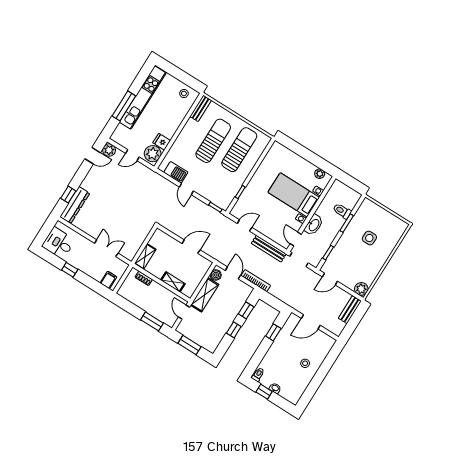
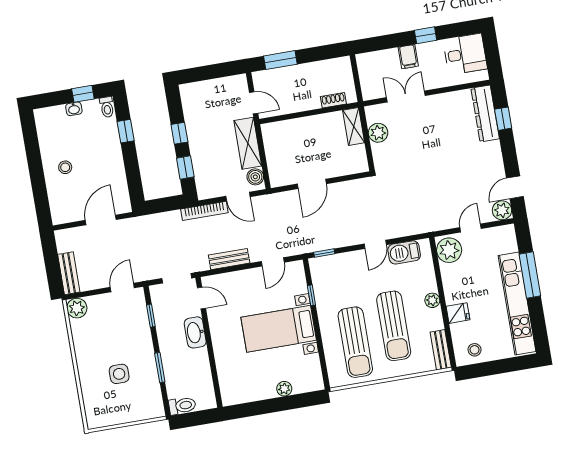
plant: (183, 136) -> (432, 300), added
fridge: (162, 142) -> (458, 313), moved
plant: (320, 174) -> (284, 389), moved
door: (186, 189) -> (375, 244), swing flipped
bed with nightstands: (294, 195) -> (279, 329), moved, turned 180
toilet: (342, 211) -> (182, 406), moved
plant: (136, 243) -> (378, 133), added
double door: (106, 248) -> (406, 97), swing flipped
bench: (269, 249) -> (229, 259), width x0.73
filing cabinet: (108, 280) -> (408, 57), moved
shelving: (173, 282) -> (297, 126), removed
window: (273, 332) -> (126, 131), moved
window: (190, 345) -> (214, 71), removed

